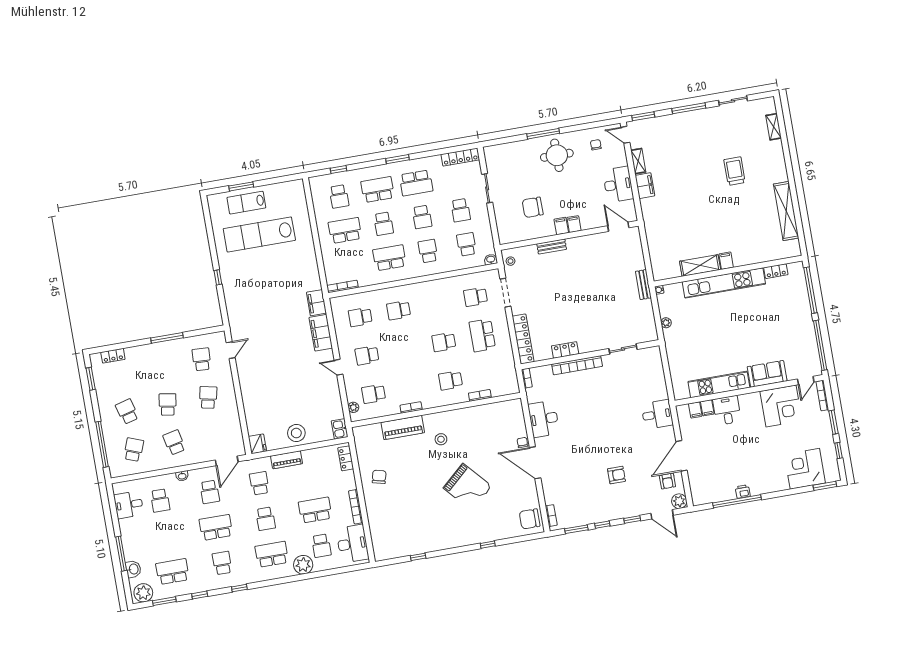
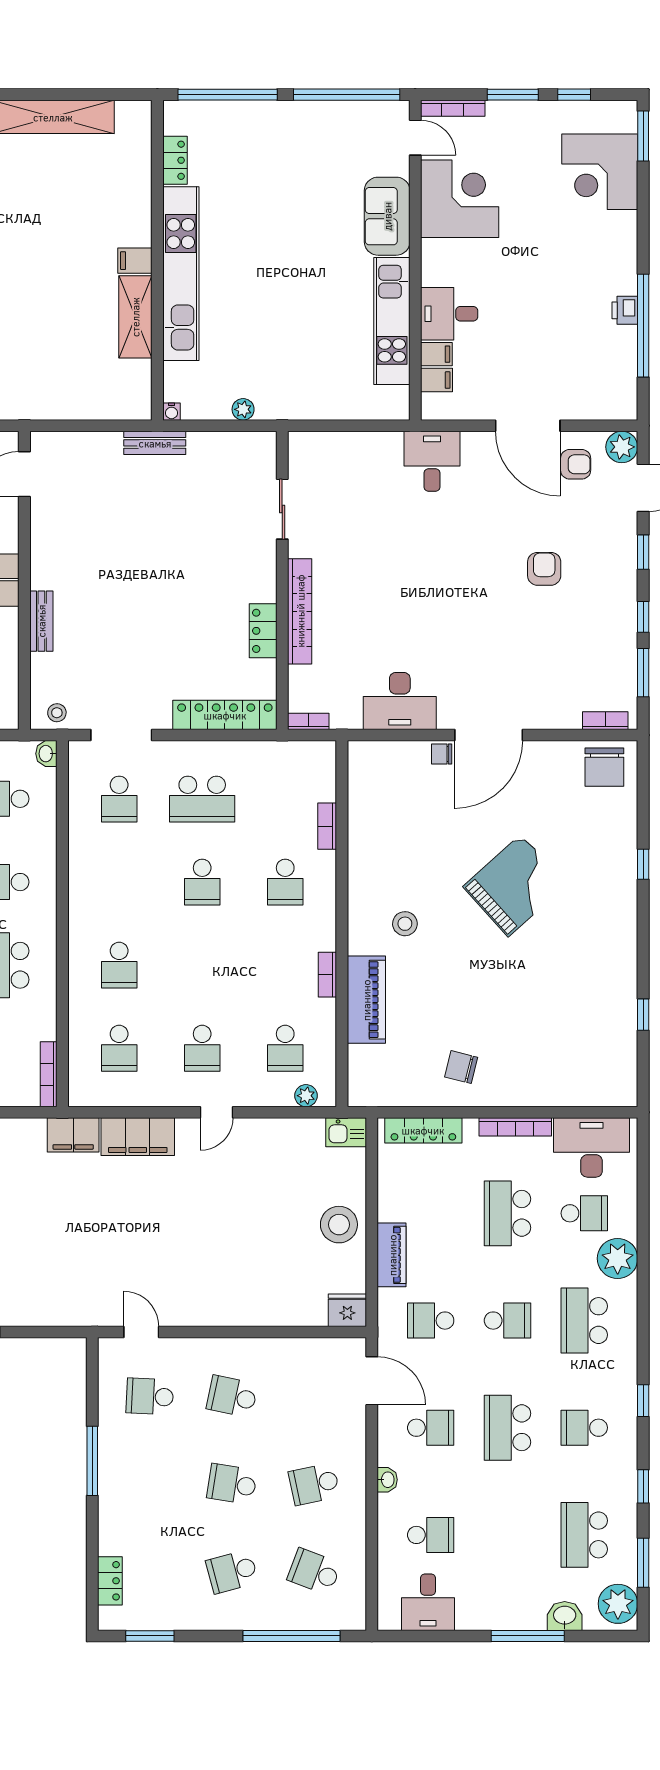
locker: (346, 458) -> (423, 1130), width x1.53

